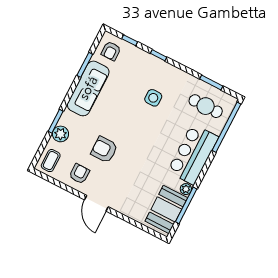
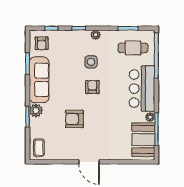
plant: (173, 72) -> (96, 35), added
plant: (60, 134) -> (36, 110), moved
armchair: (79, 174) -> (92, 87), moved

